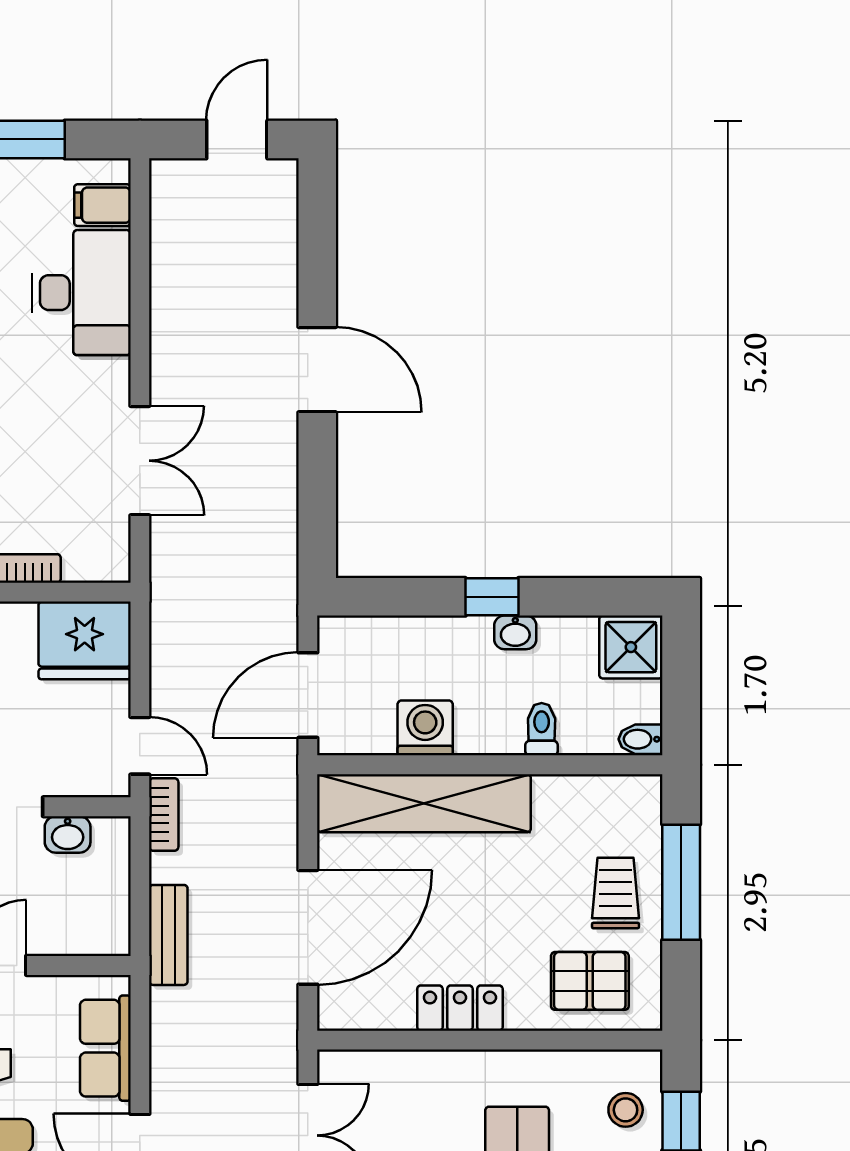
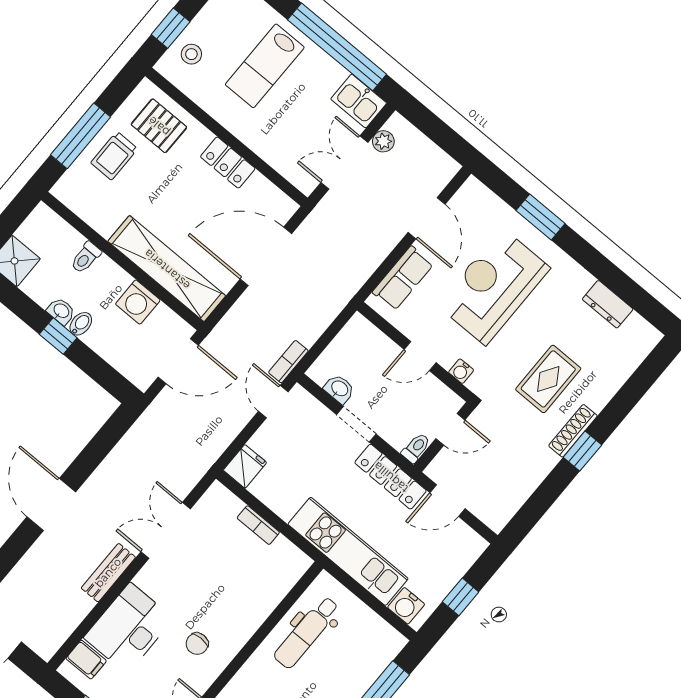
fridge: (85, 640) -> (245, 466), width x0.53, depth x0.75
bidet: (641, 739) -> (81, 324), moved, turned -90
bench: (168, 935) -> (108, 573), moved

